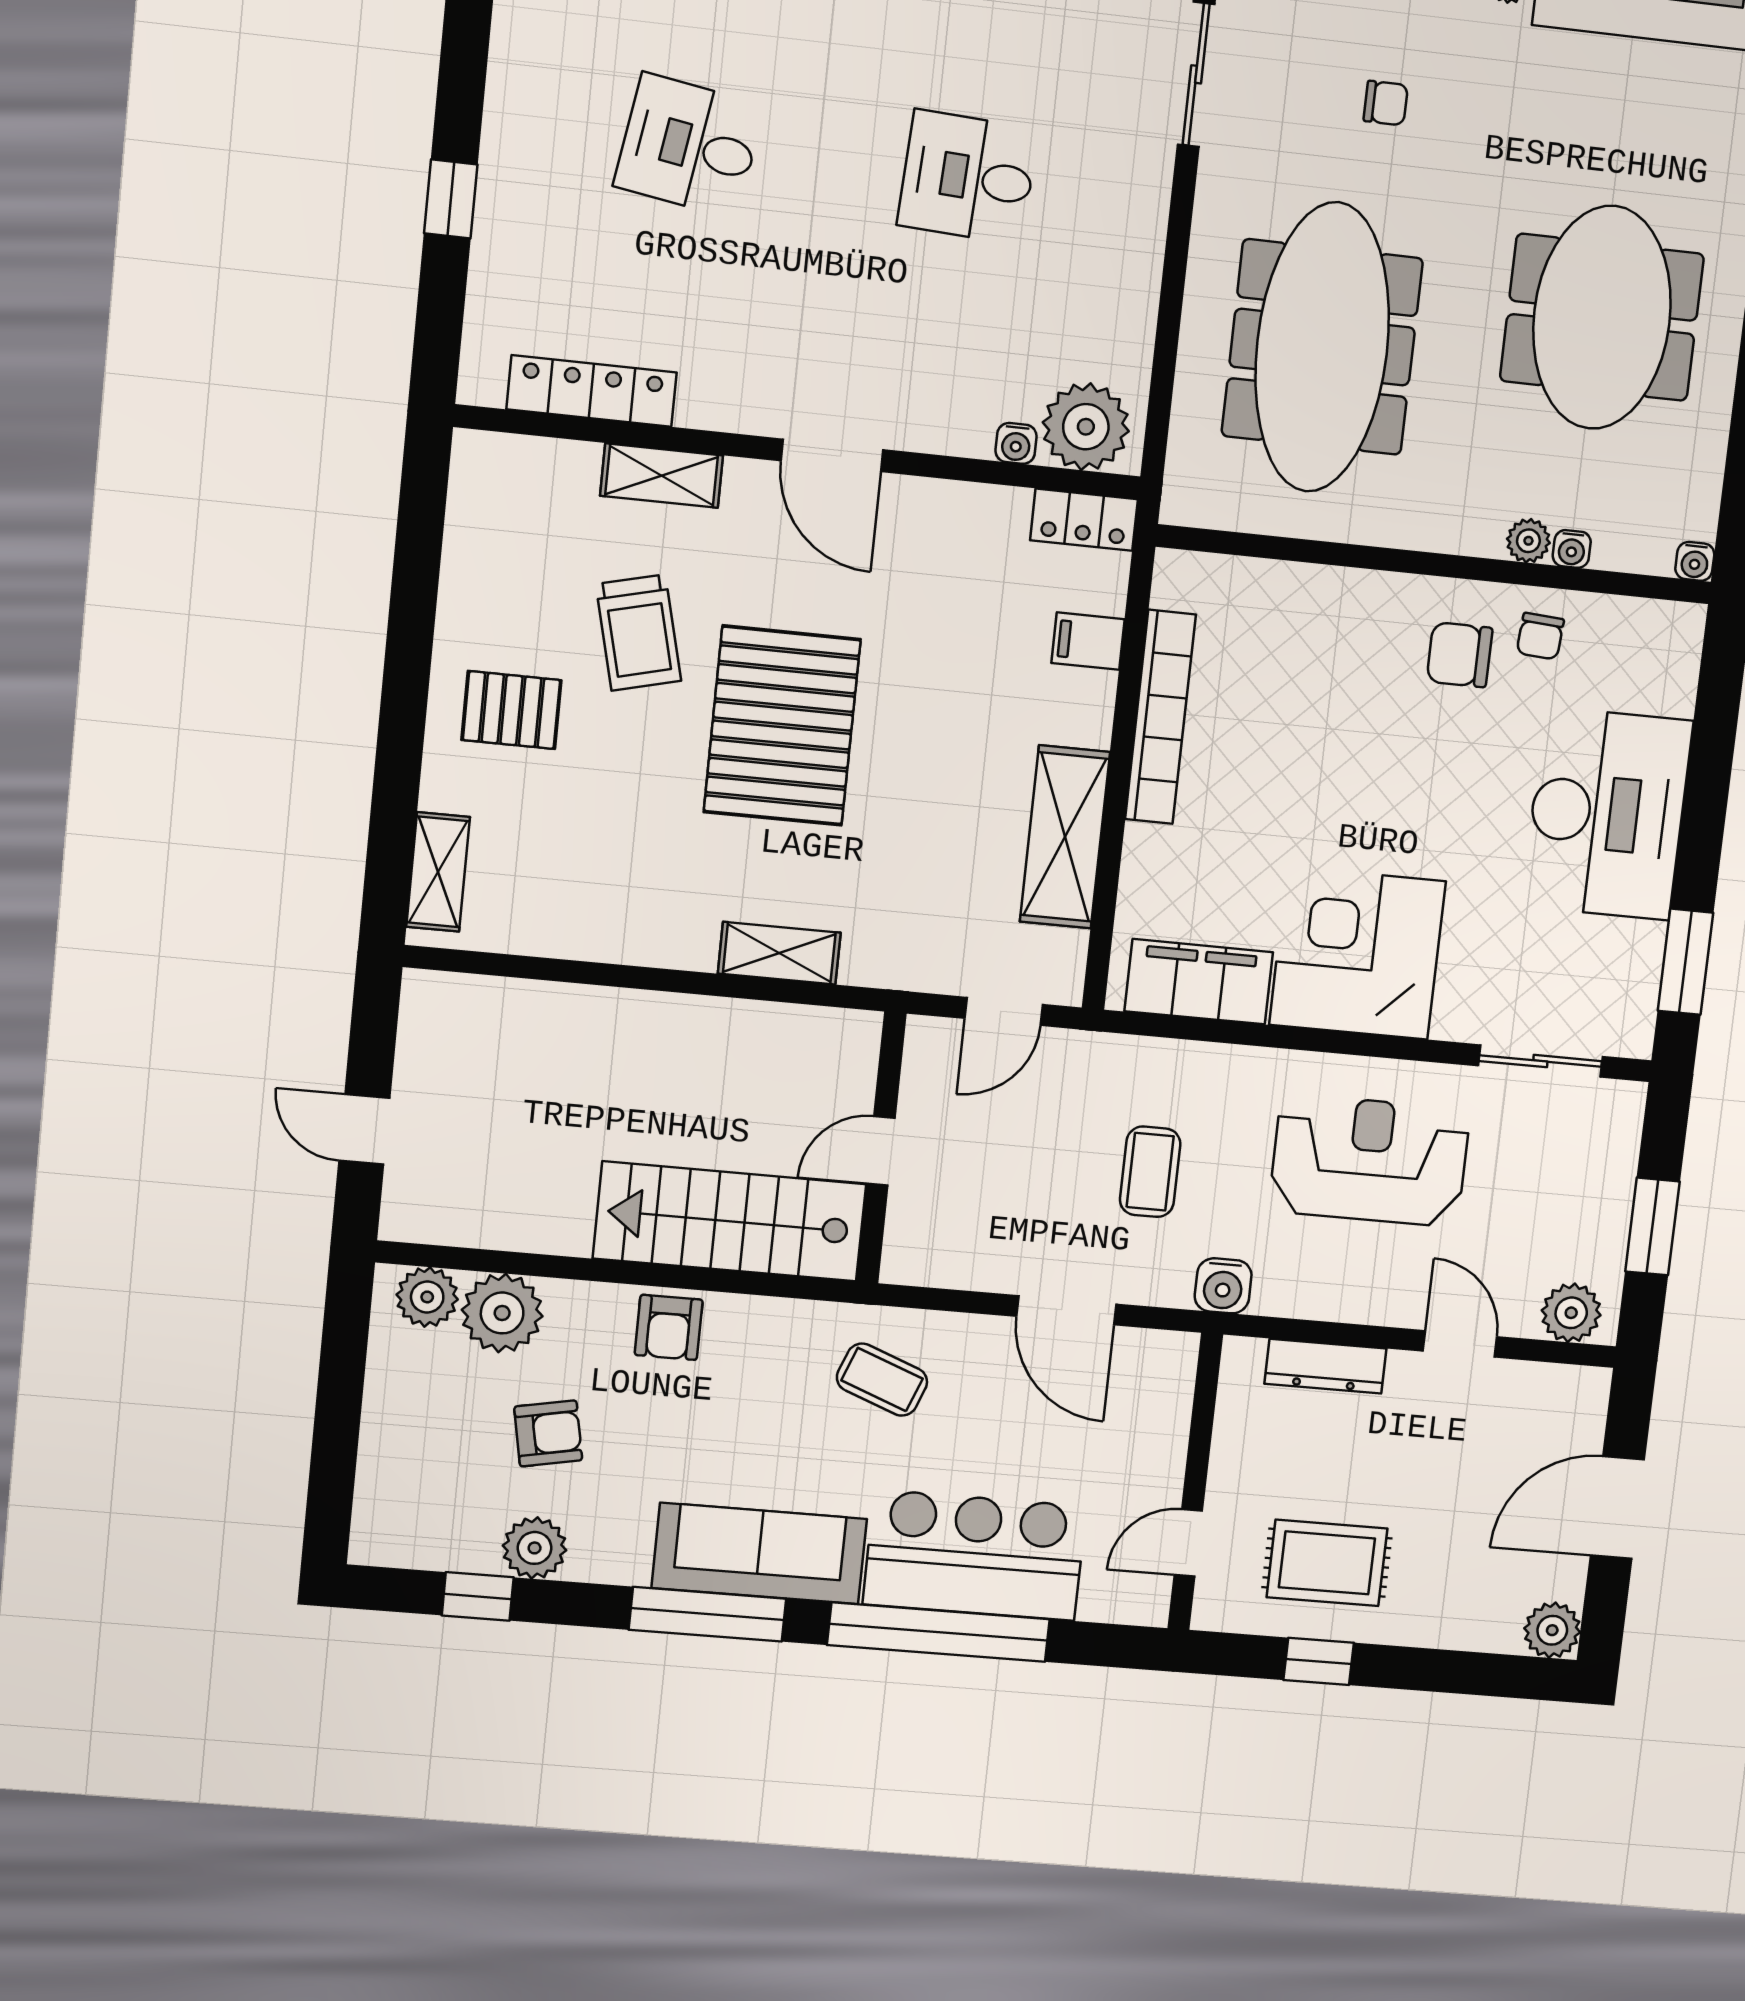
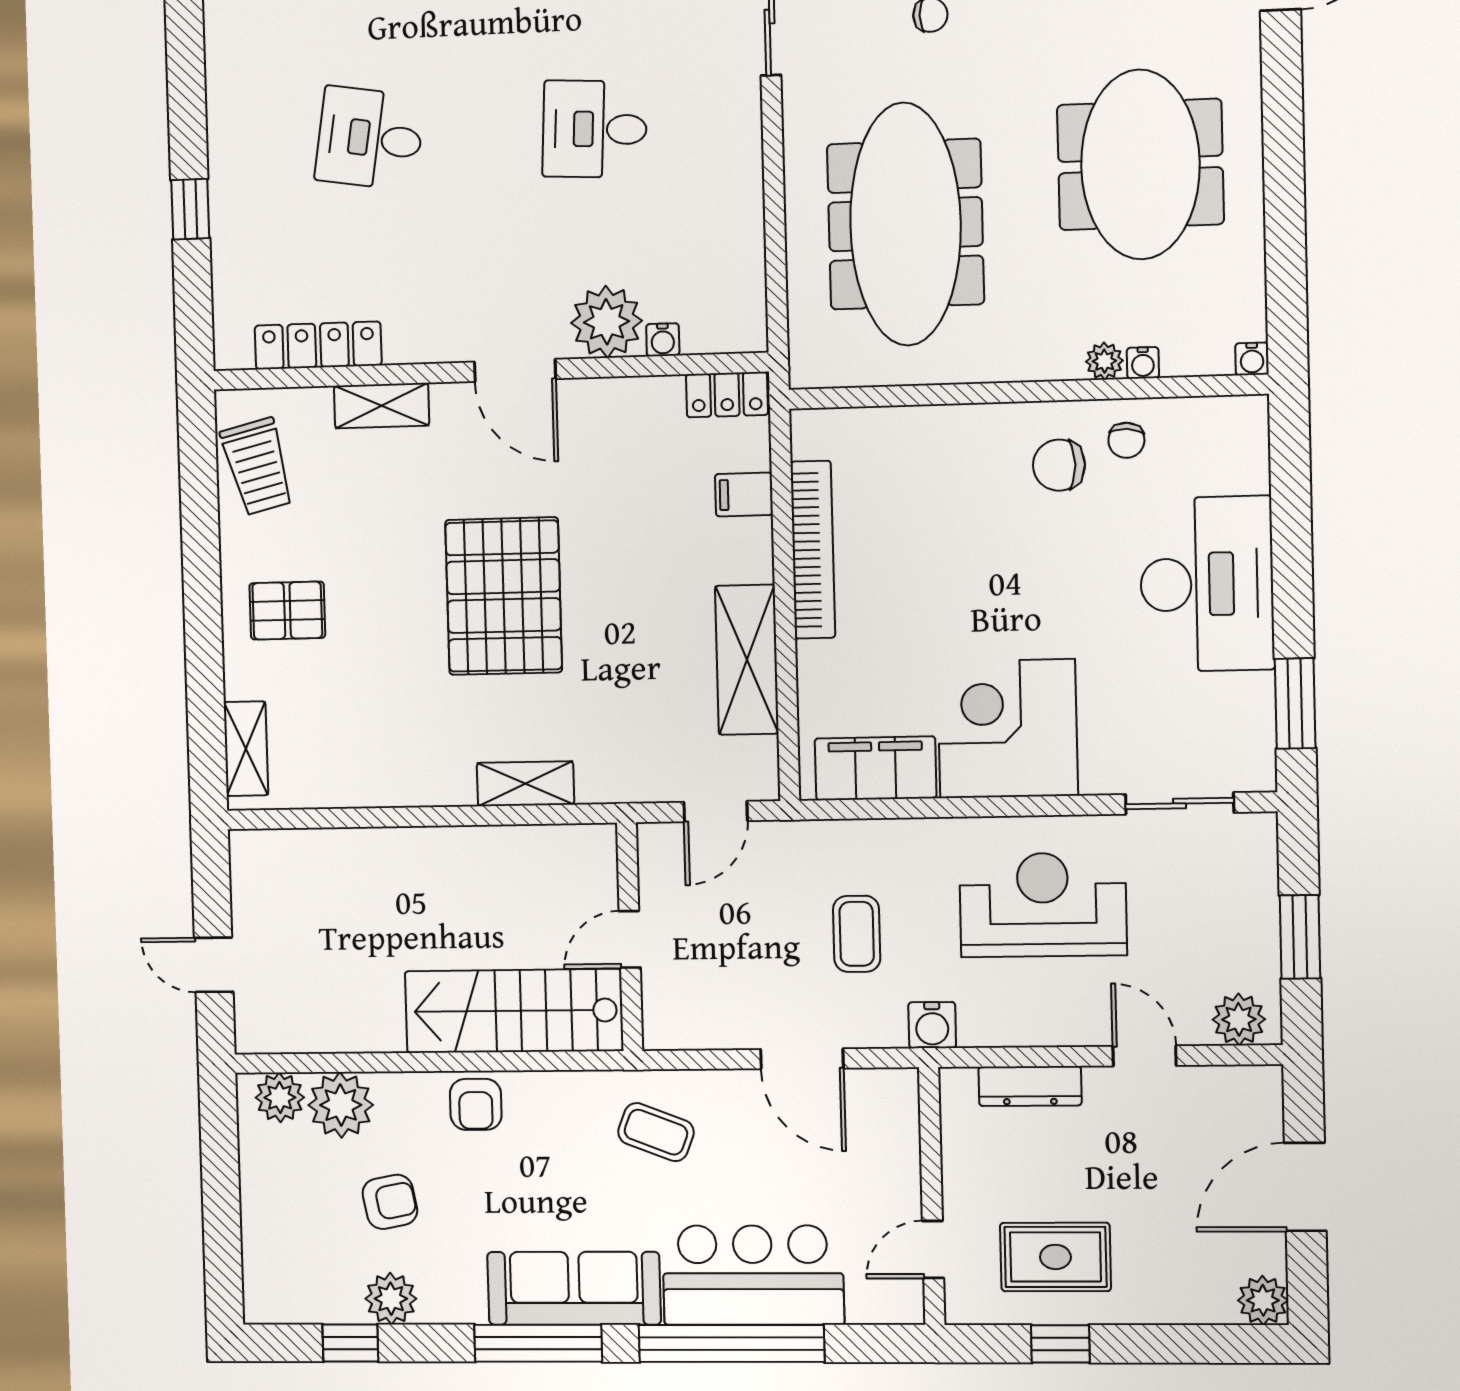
plant: (1086, 427) -> (607, 322), moved
trolley: (638, 632) -> (257, 466), moved

